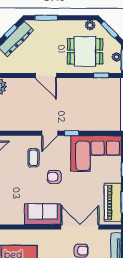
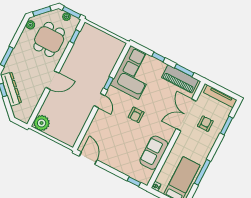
coffee table: (33, 158) -> (112, 124), removed
sofa: (43, 214) -> (154, 153), moved

